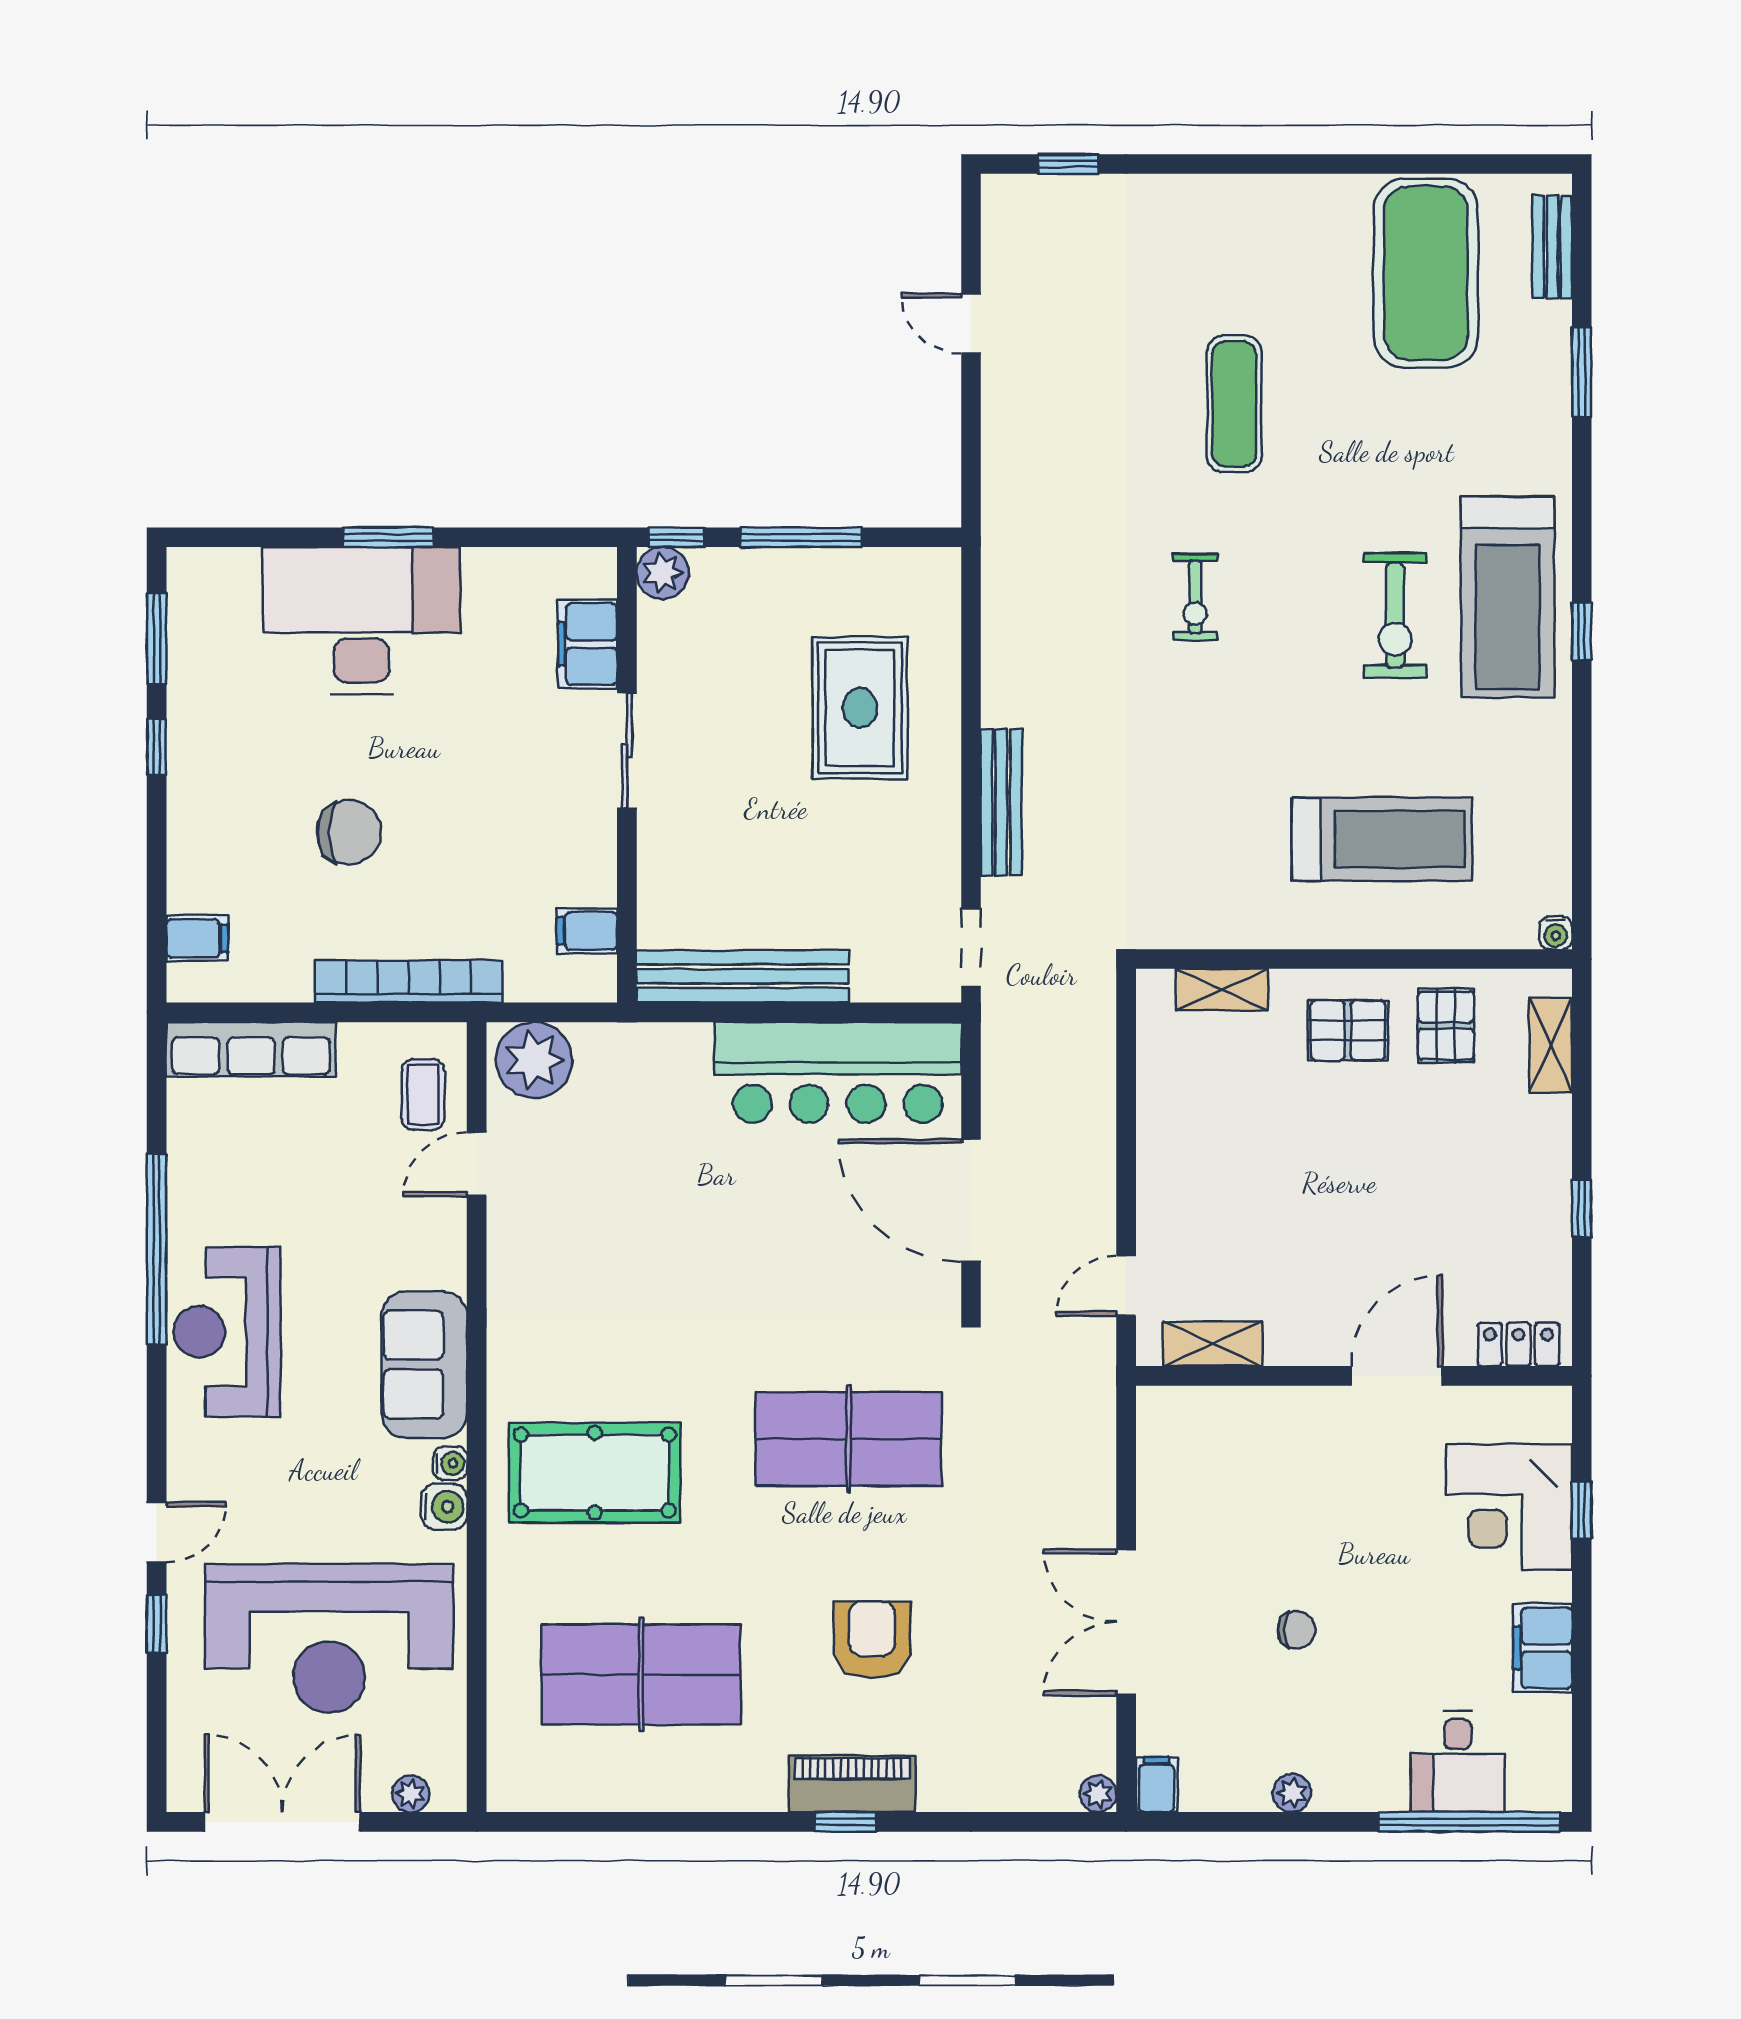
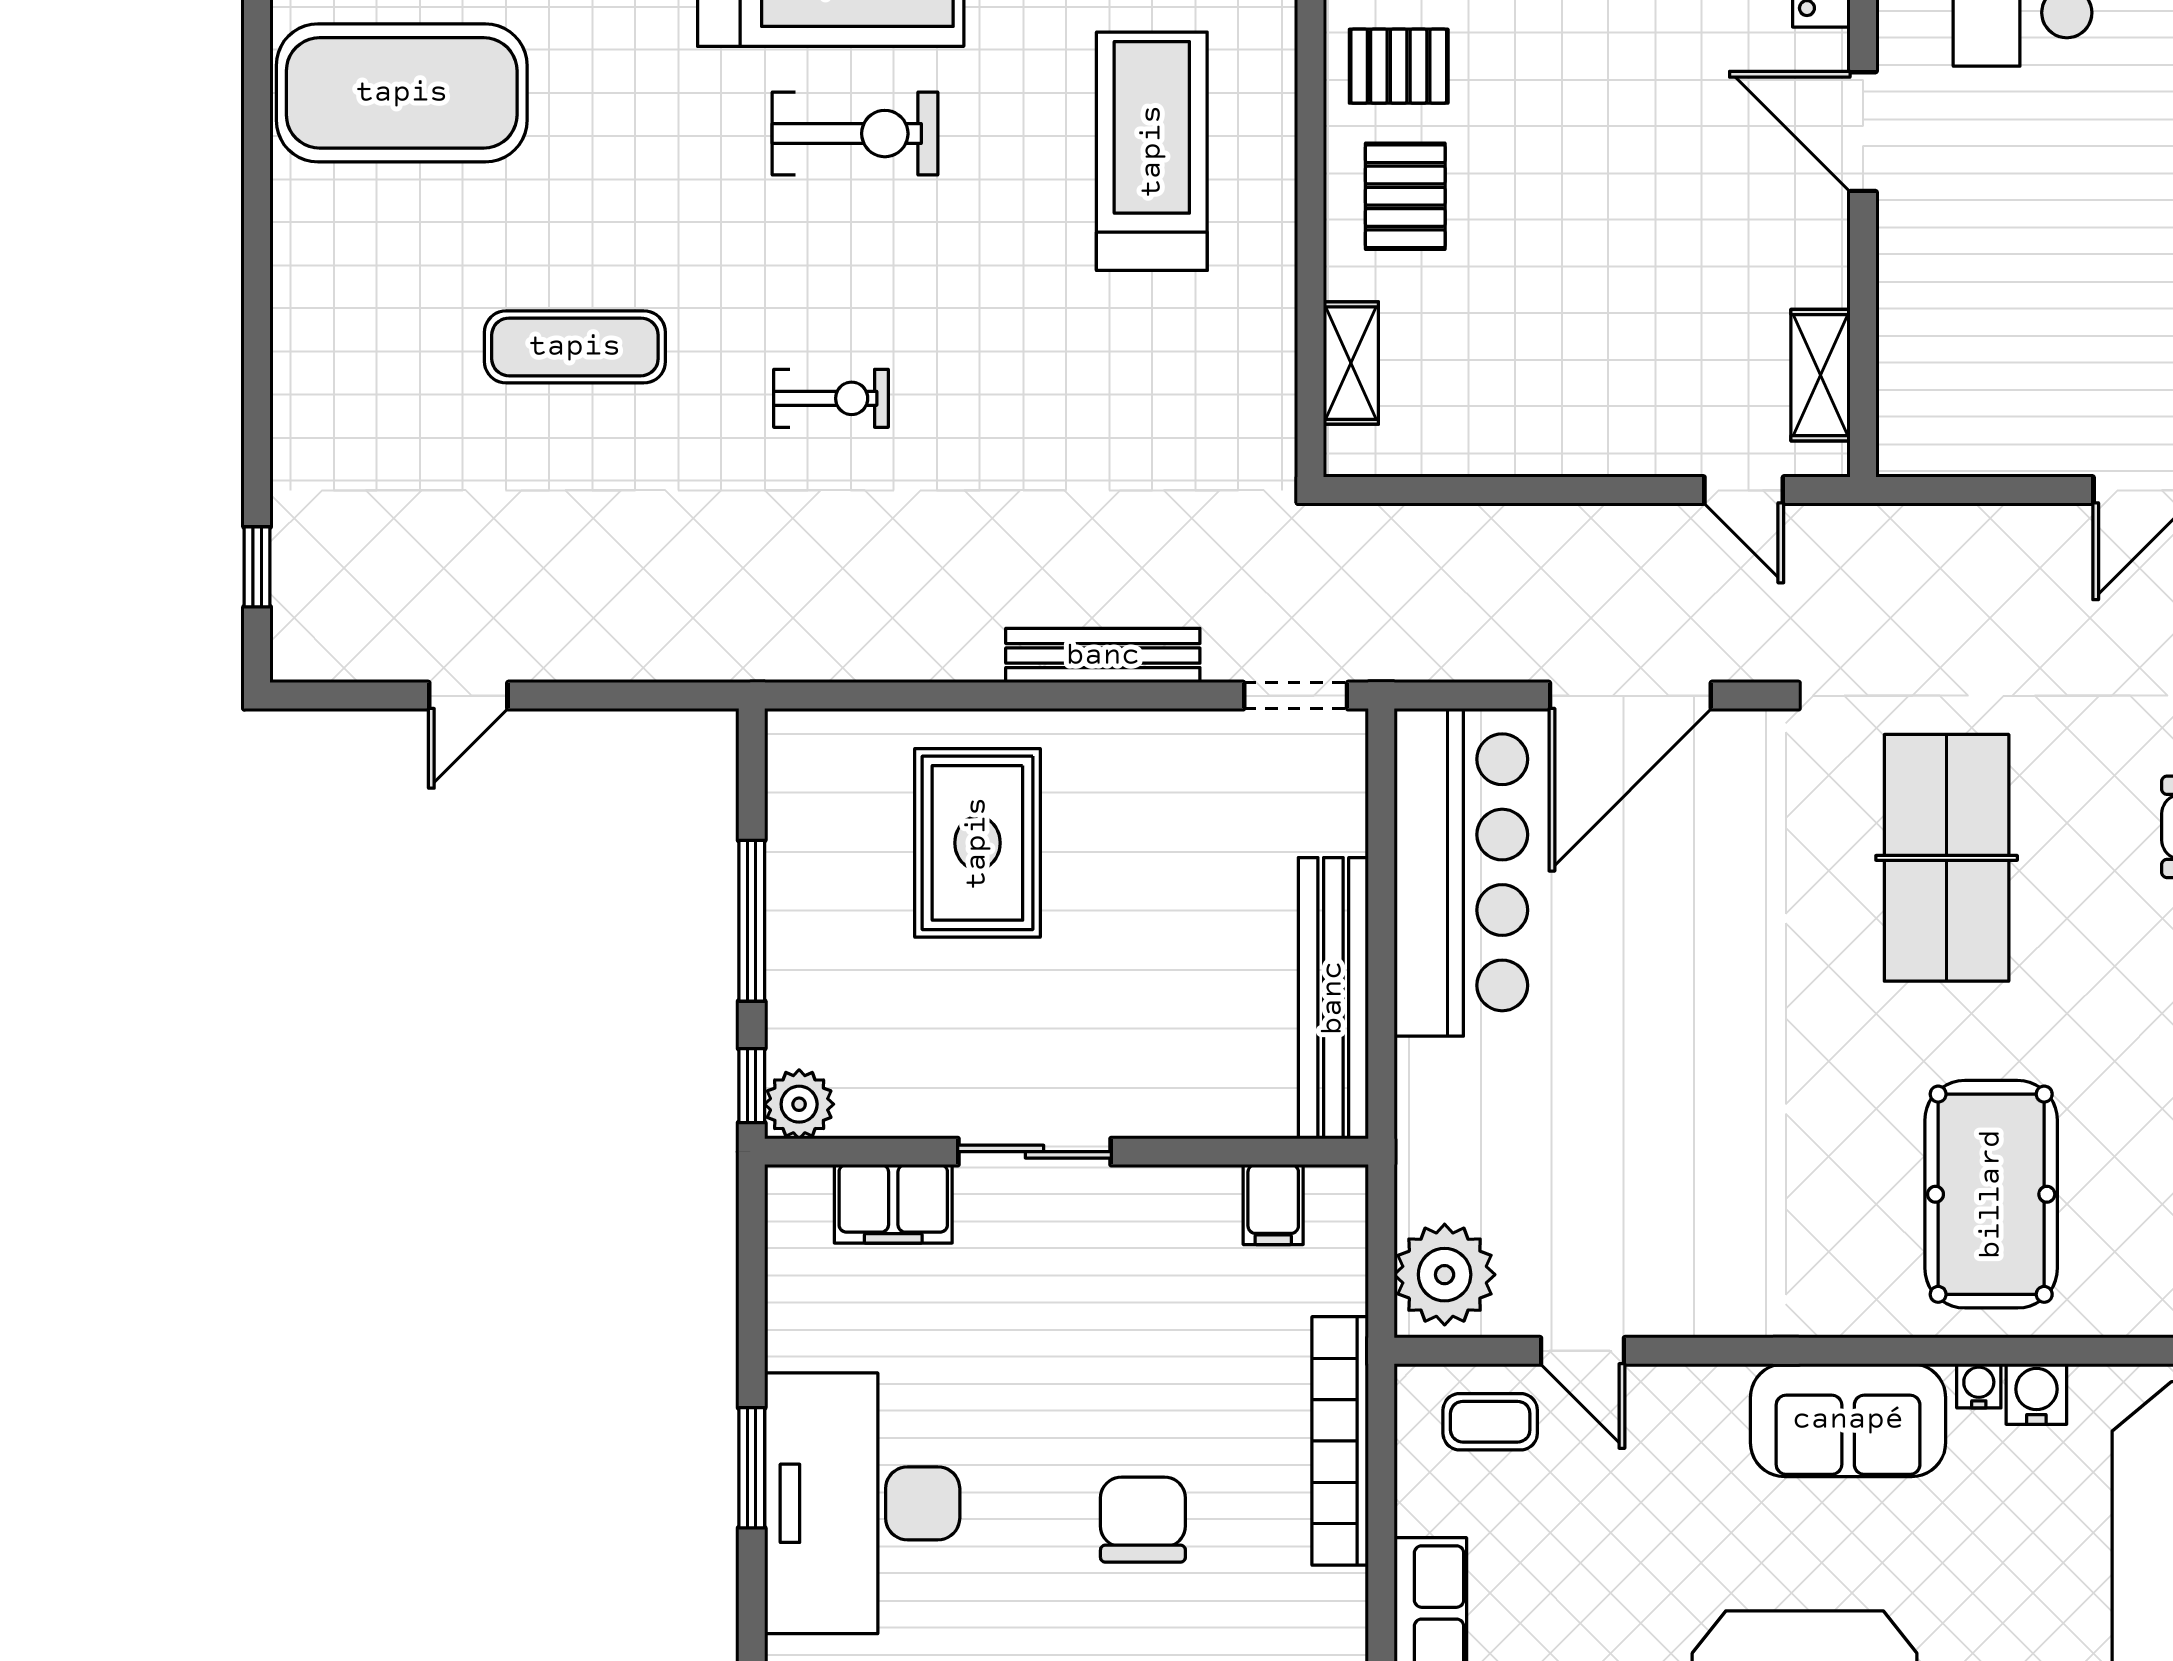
rug: (860, 708) -> (977, 843), turned 90

